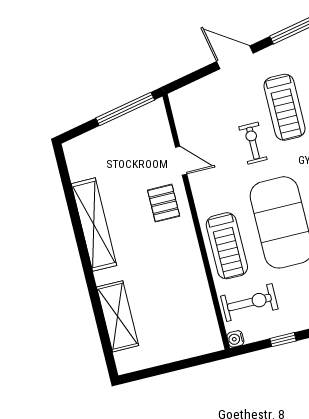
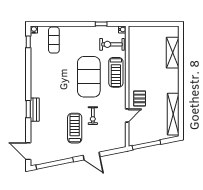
door: (181, 161) -> (127, 116), swing flipped
shelving: (94, 225) -> (173, 114), moved
treadmill: (227, 246) -> (116, 72), turned 180

